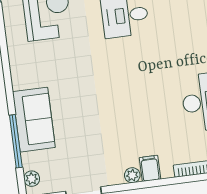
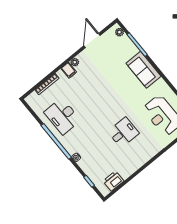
sofa: (34, 120) -> (144, 70), moved

